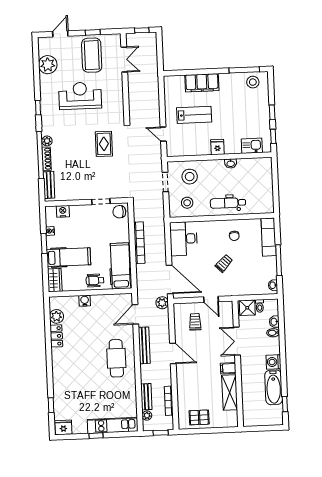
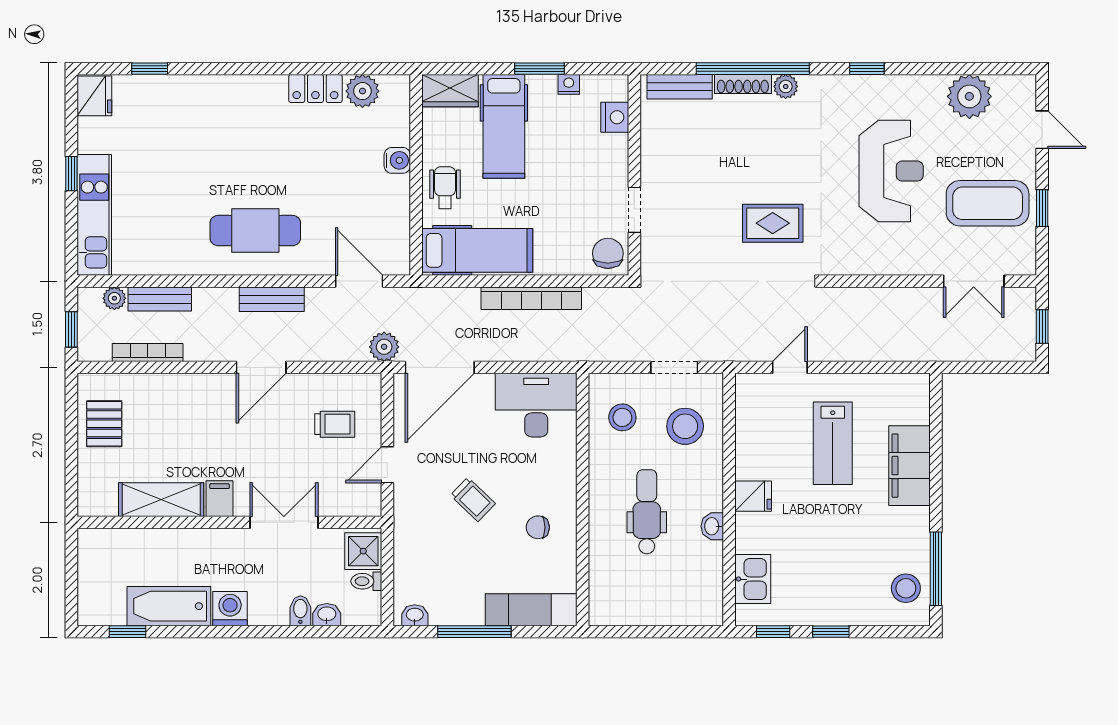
dental chair: (228, 203) -> (647, 512), moved
bench: (144, 345) -> (272, 299), width x0.73

